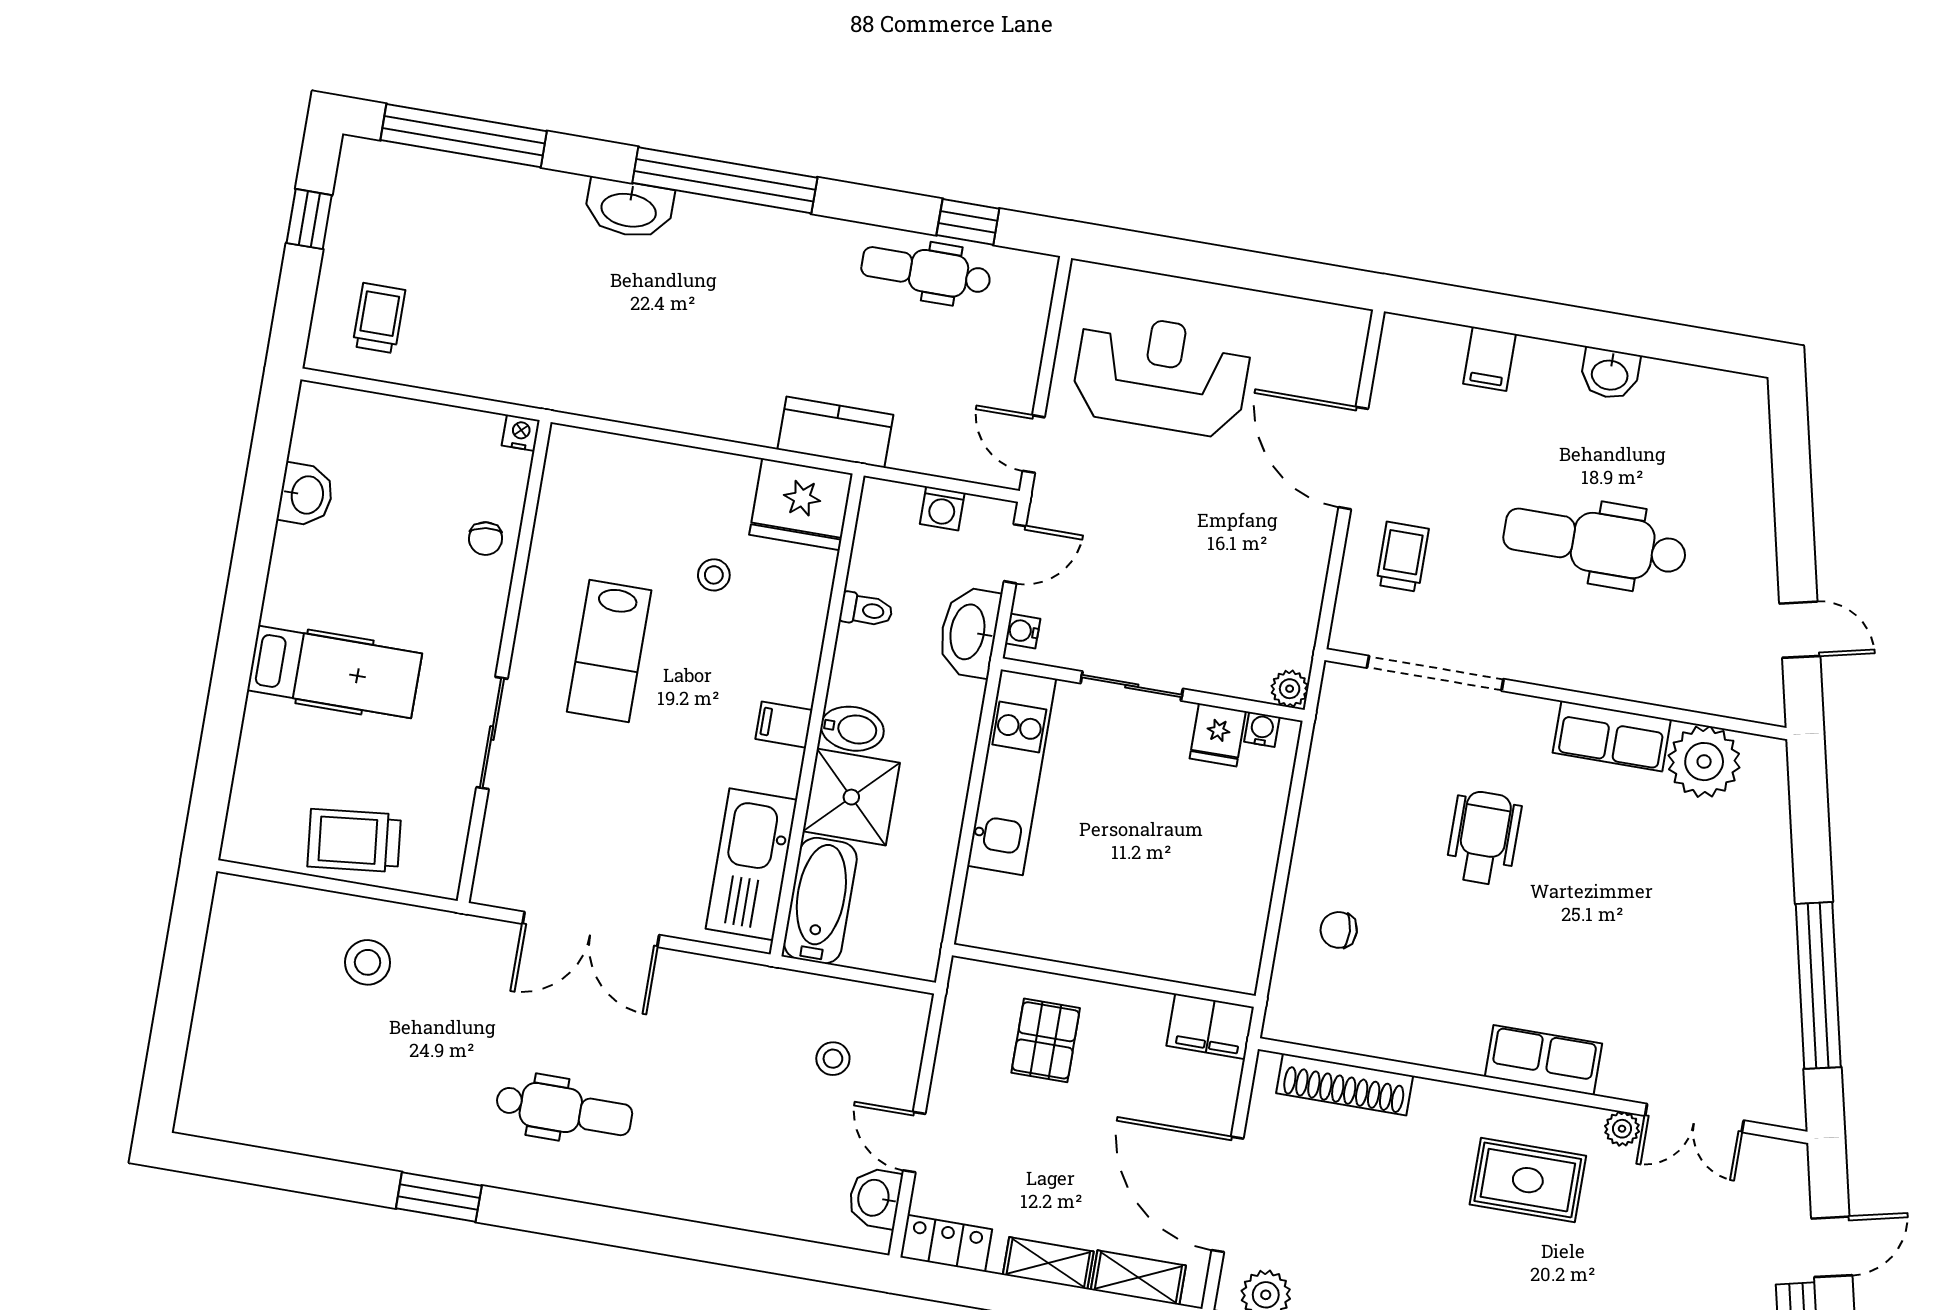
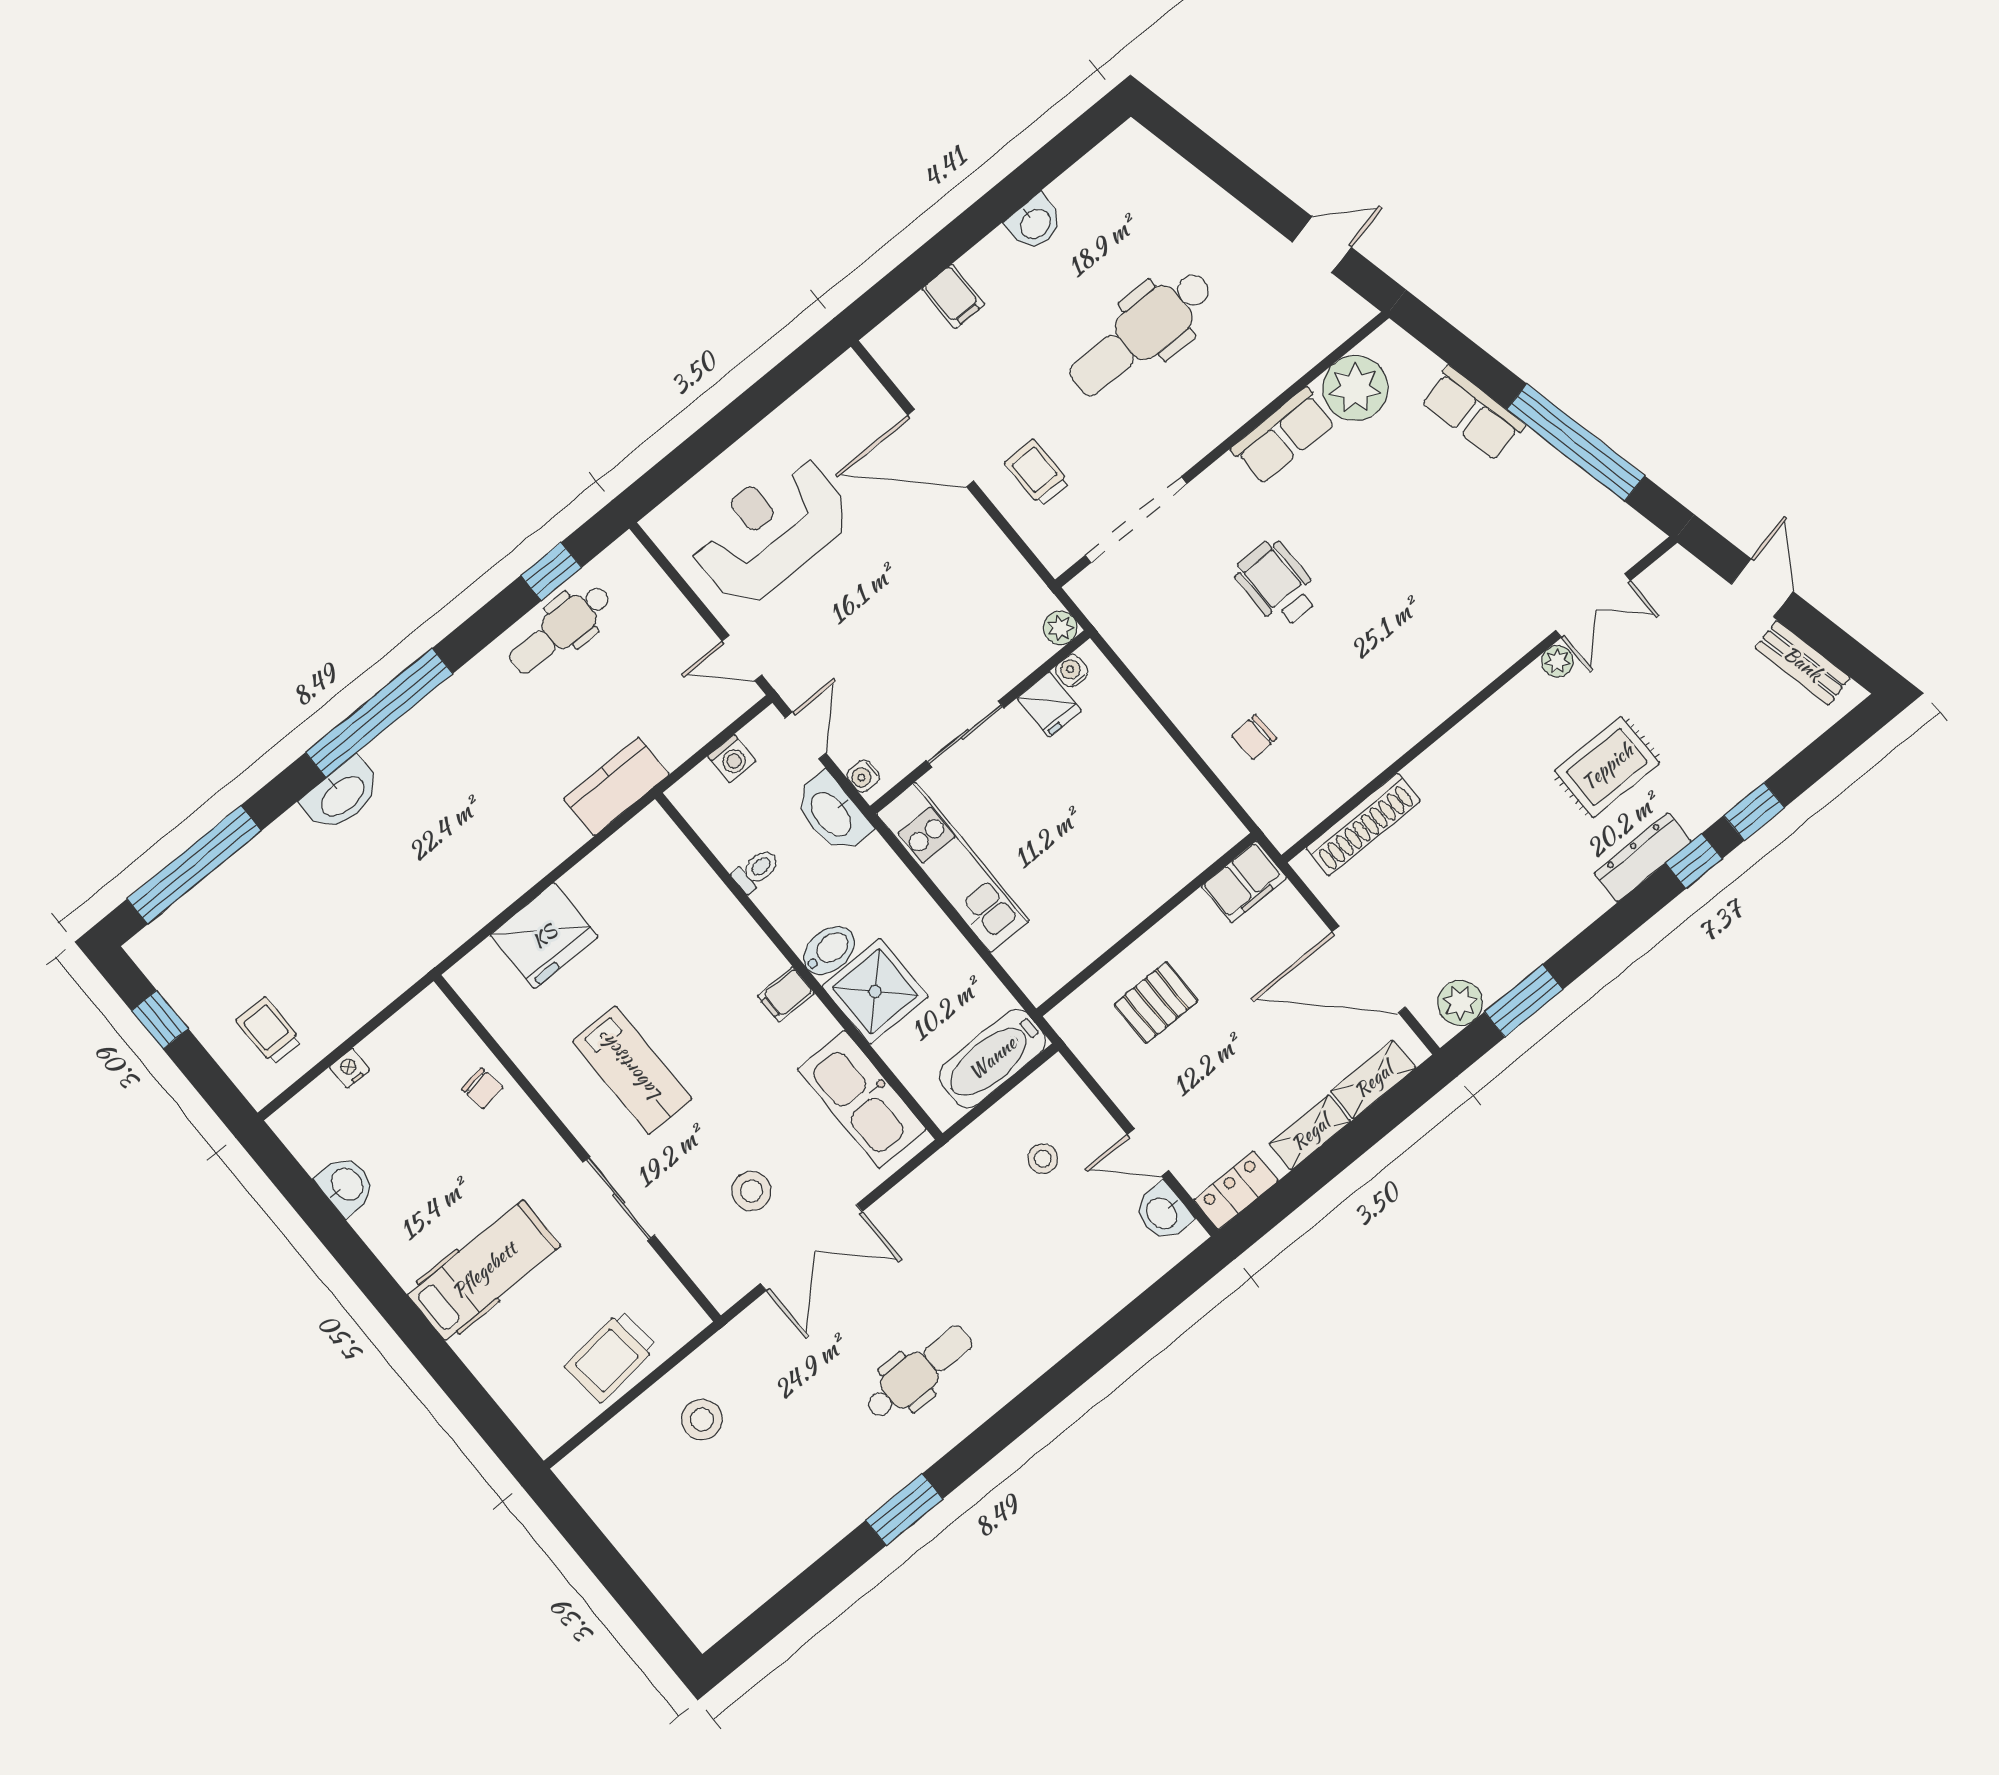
nightstand: (521, 433) -> (350, 1068), moved
fridge: (801, 504) -> (544, 936), moved
stool: (714, 575) -> (752, 1191), moved, width x1.37, depth x1.37
bathtub: (820, 901) -> (992, 1058), moved, turned -90
pallet: (1046, 1040) -> (1156, 1003), turned 90
row of seats: (1544, 1060) -> (1473, 413), moved, turned -103
rug: (1528, 1180) -> (1607, 767), moved

